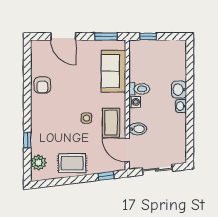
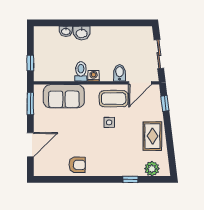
washbasin: (181, 106) -> (66, 31), moved

